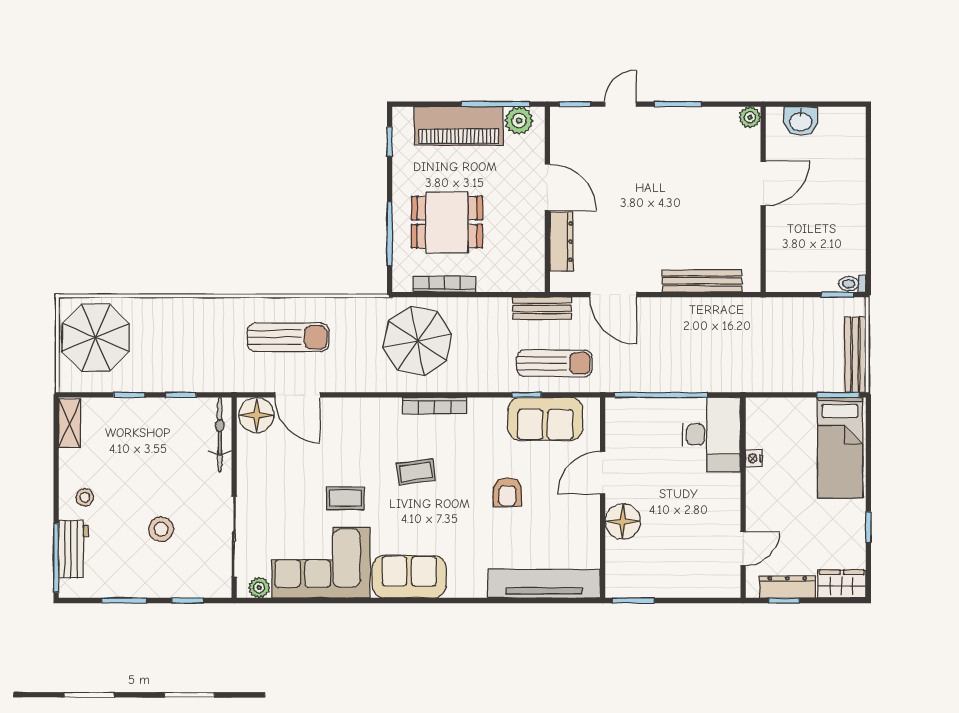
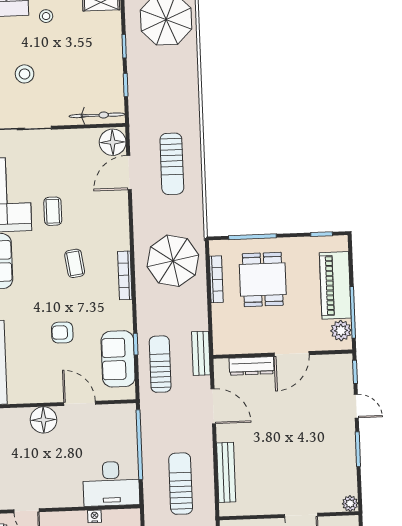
door: (613, 295) -> (213, 406), swing flipped
sun lounger: (715, 342) -> (181, 484), added
sun lounger: (554, 363) -> (160, 364), turned 180

